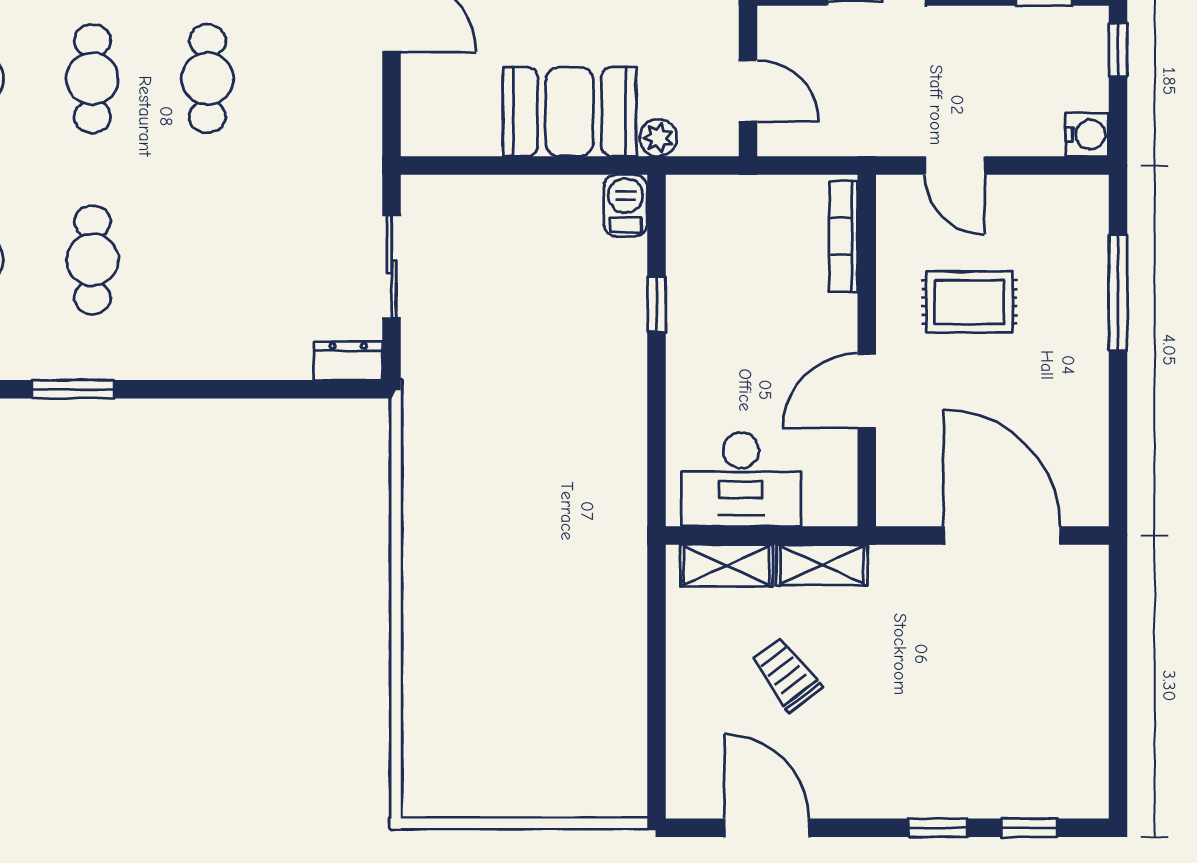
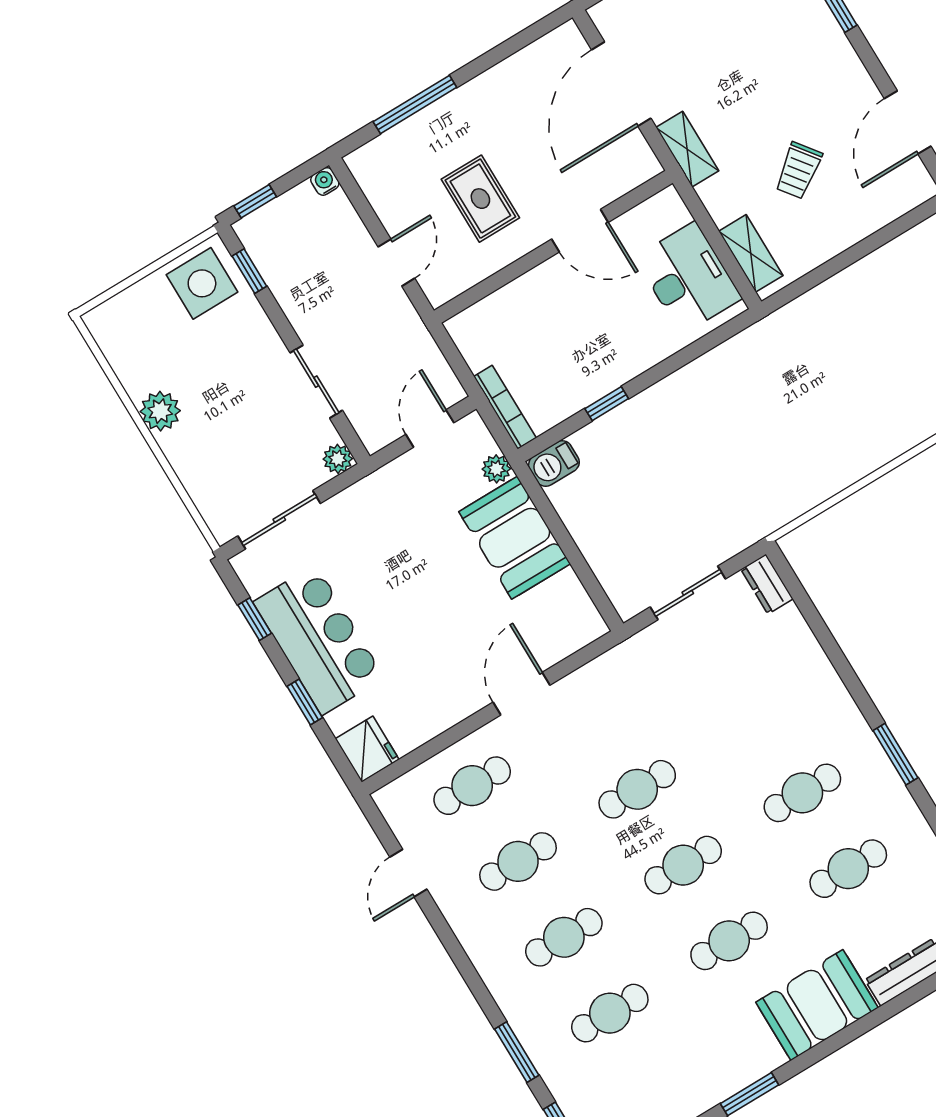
water cooler: (1087, 135) -> (325, 181), width x0.72, depth x0.72
bookcase: (843, 237) -> (505, 407), moved, turned -90
shelving: (822, 565) -> (687, 149), moved

